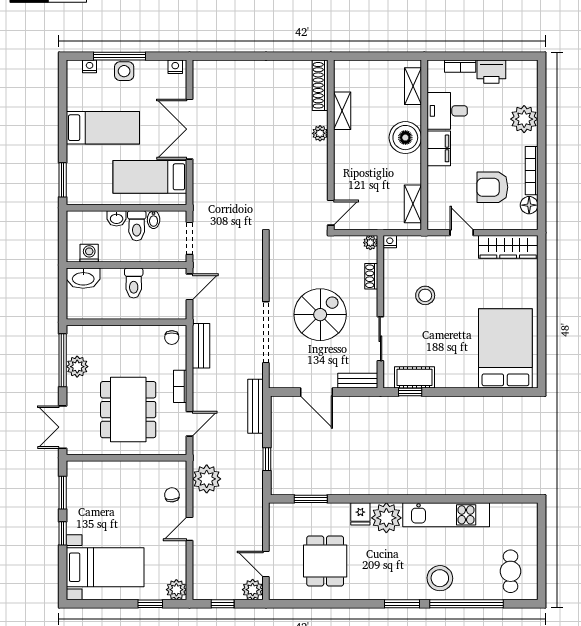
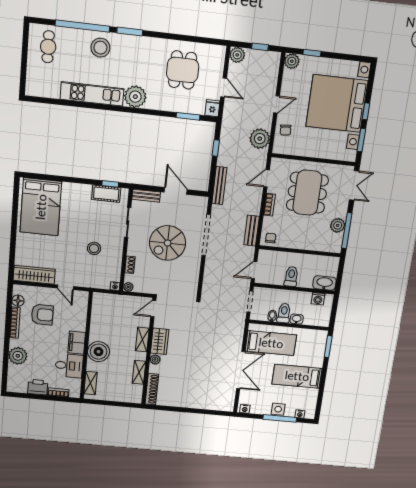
wardrobe: (316, 163) -> (160, 341), added
shelving: (413, 204) -> (142, 340), moved
fridge: (360, 514) -> (212, 108), moved
door: (266, 564) -> (224, 88), moved
bed with nightstands: (105, 567) -> (337, 104), width x1.85

